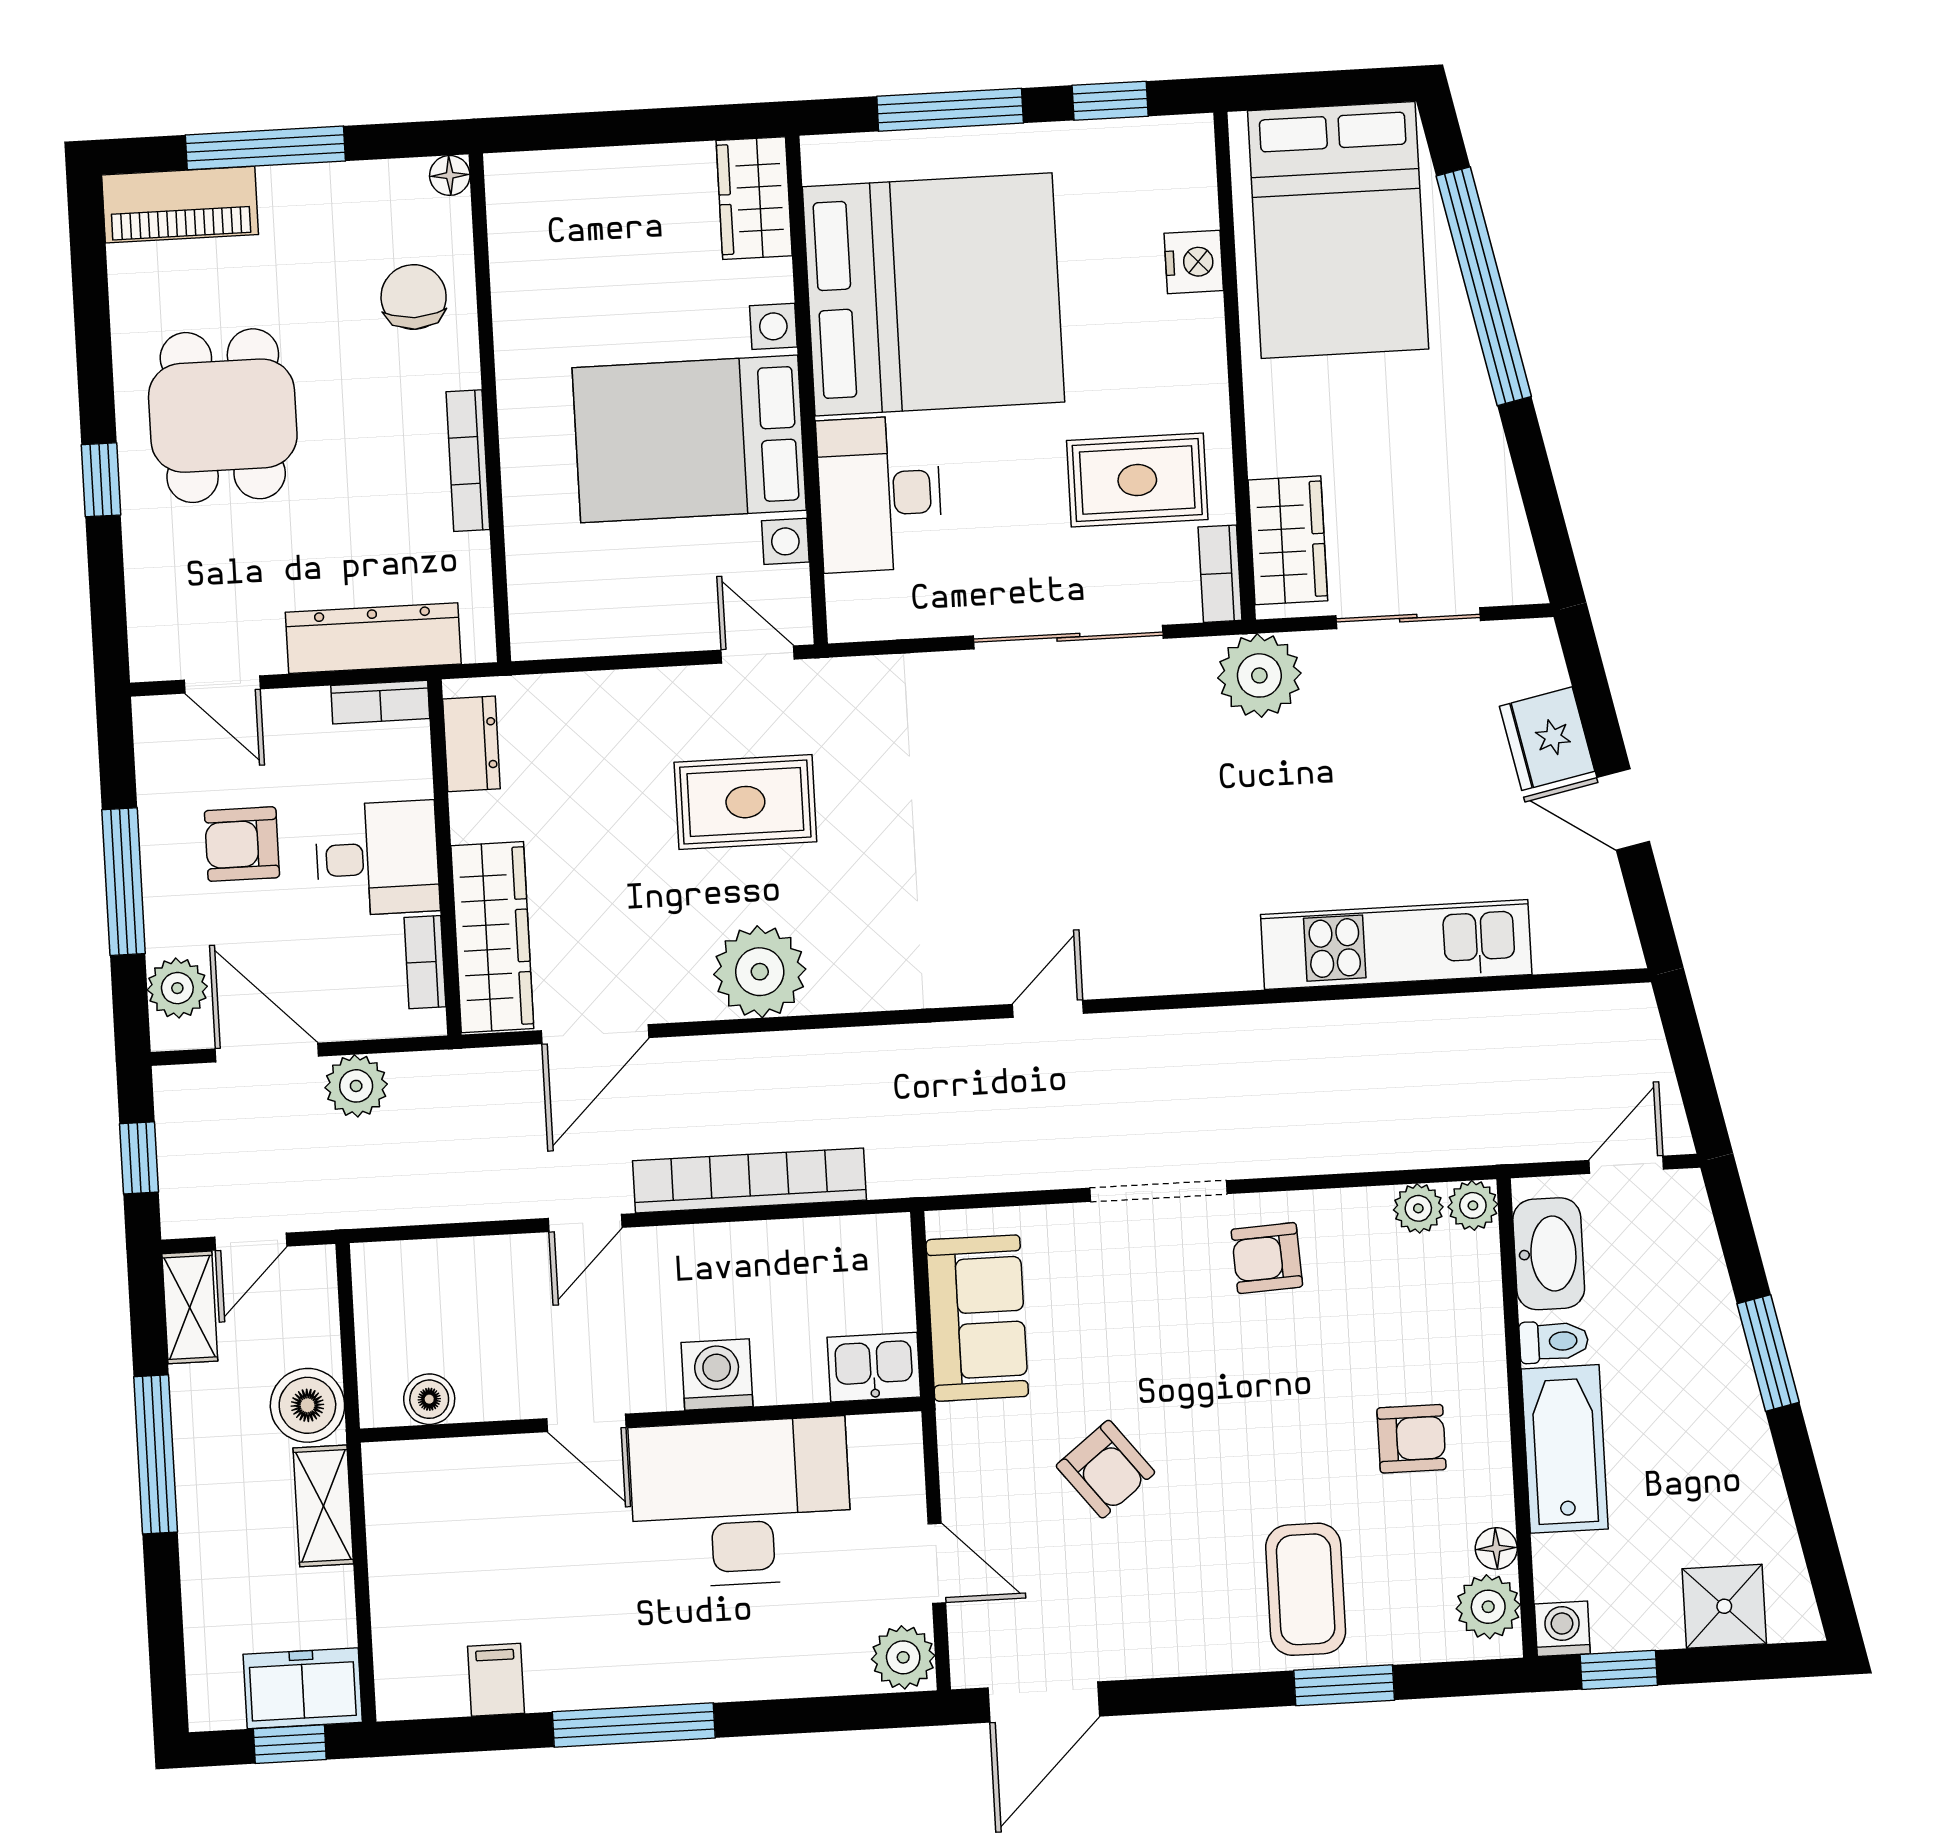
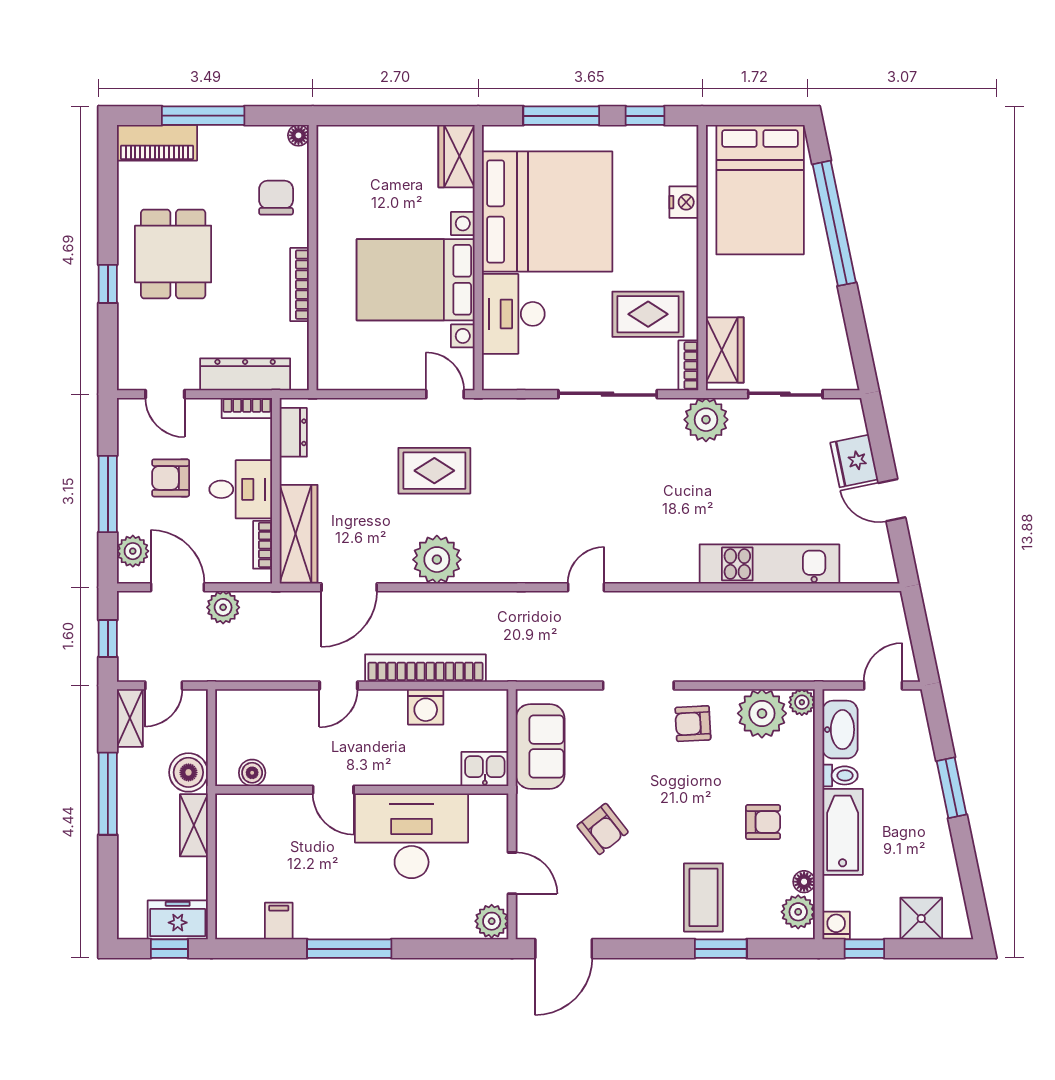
plant: (1418, 1208) -> (762, 713), width x1.88, depth x1.88
washing machine: (717, 1374) -> (426, 707), moved, turned 180

